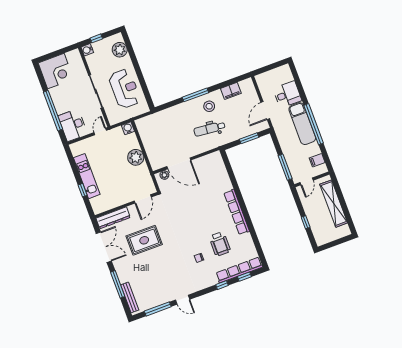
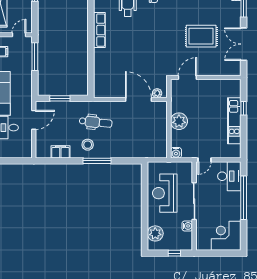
water cooler: (87, 50) -> (187, 226), moved
row of seats: (237, 212) -> (99, 30), width x0.73
dresser: (113, 218) -> (224, 70), removed

